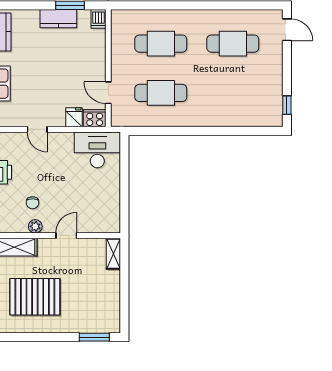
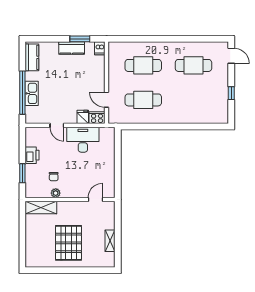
window: (287, 105) -> (231, 93), moved
desk: (97, 150) -> (83, 140), moved
door: (66, 236) -> (96, 200), moved
shelving: (113, 254) -> (110, 241), moved
pallet: (35, 297) -> (68, 243), moved, turned 90
window: (94, 337) -> (97, 270), removed

